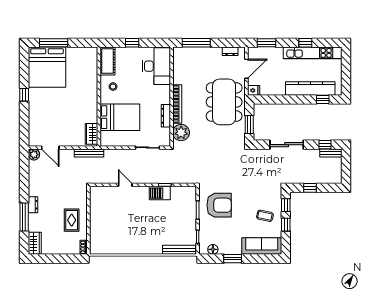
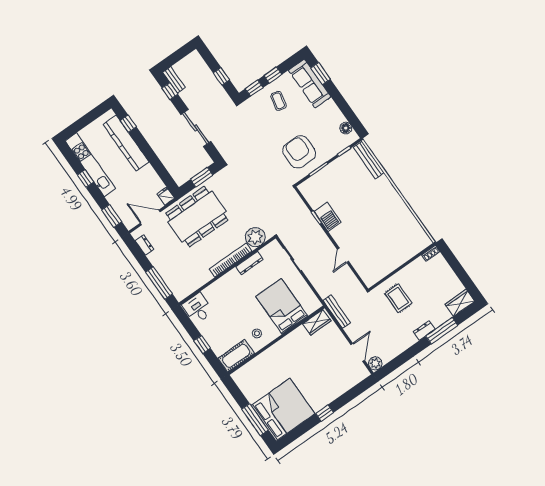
desk: (156, 66) -> (198, 308), width x0.53, depth x0.77
rug: (72, 220) -> (398, 298), moved, turned 90
window: (233, 259) -> (321, 74), moved

